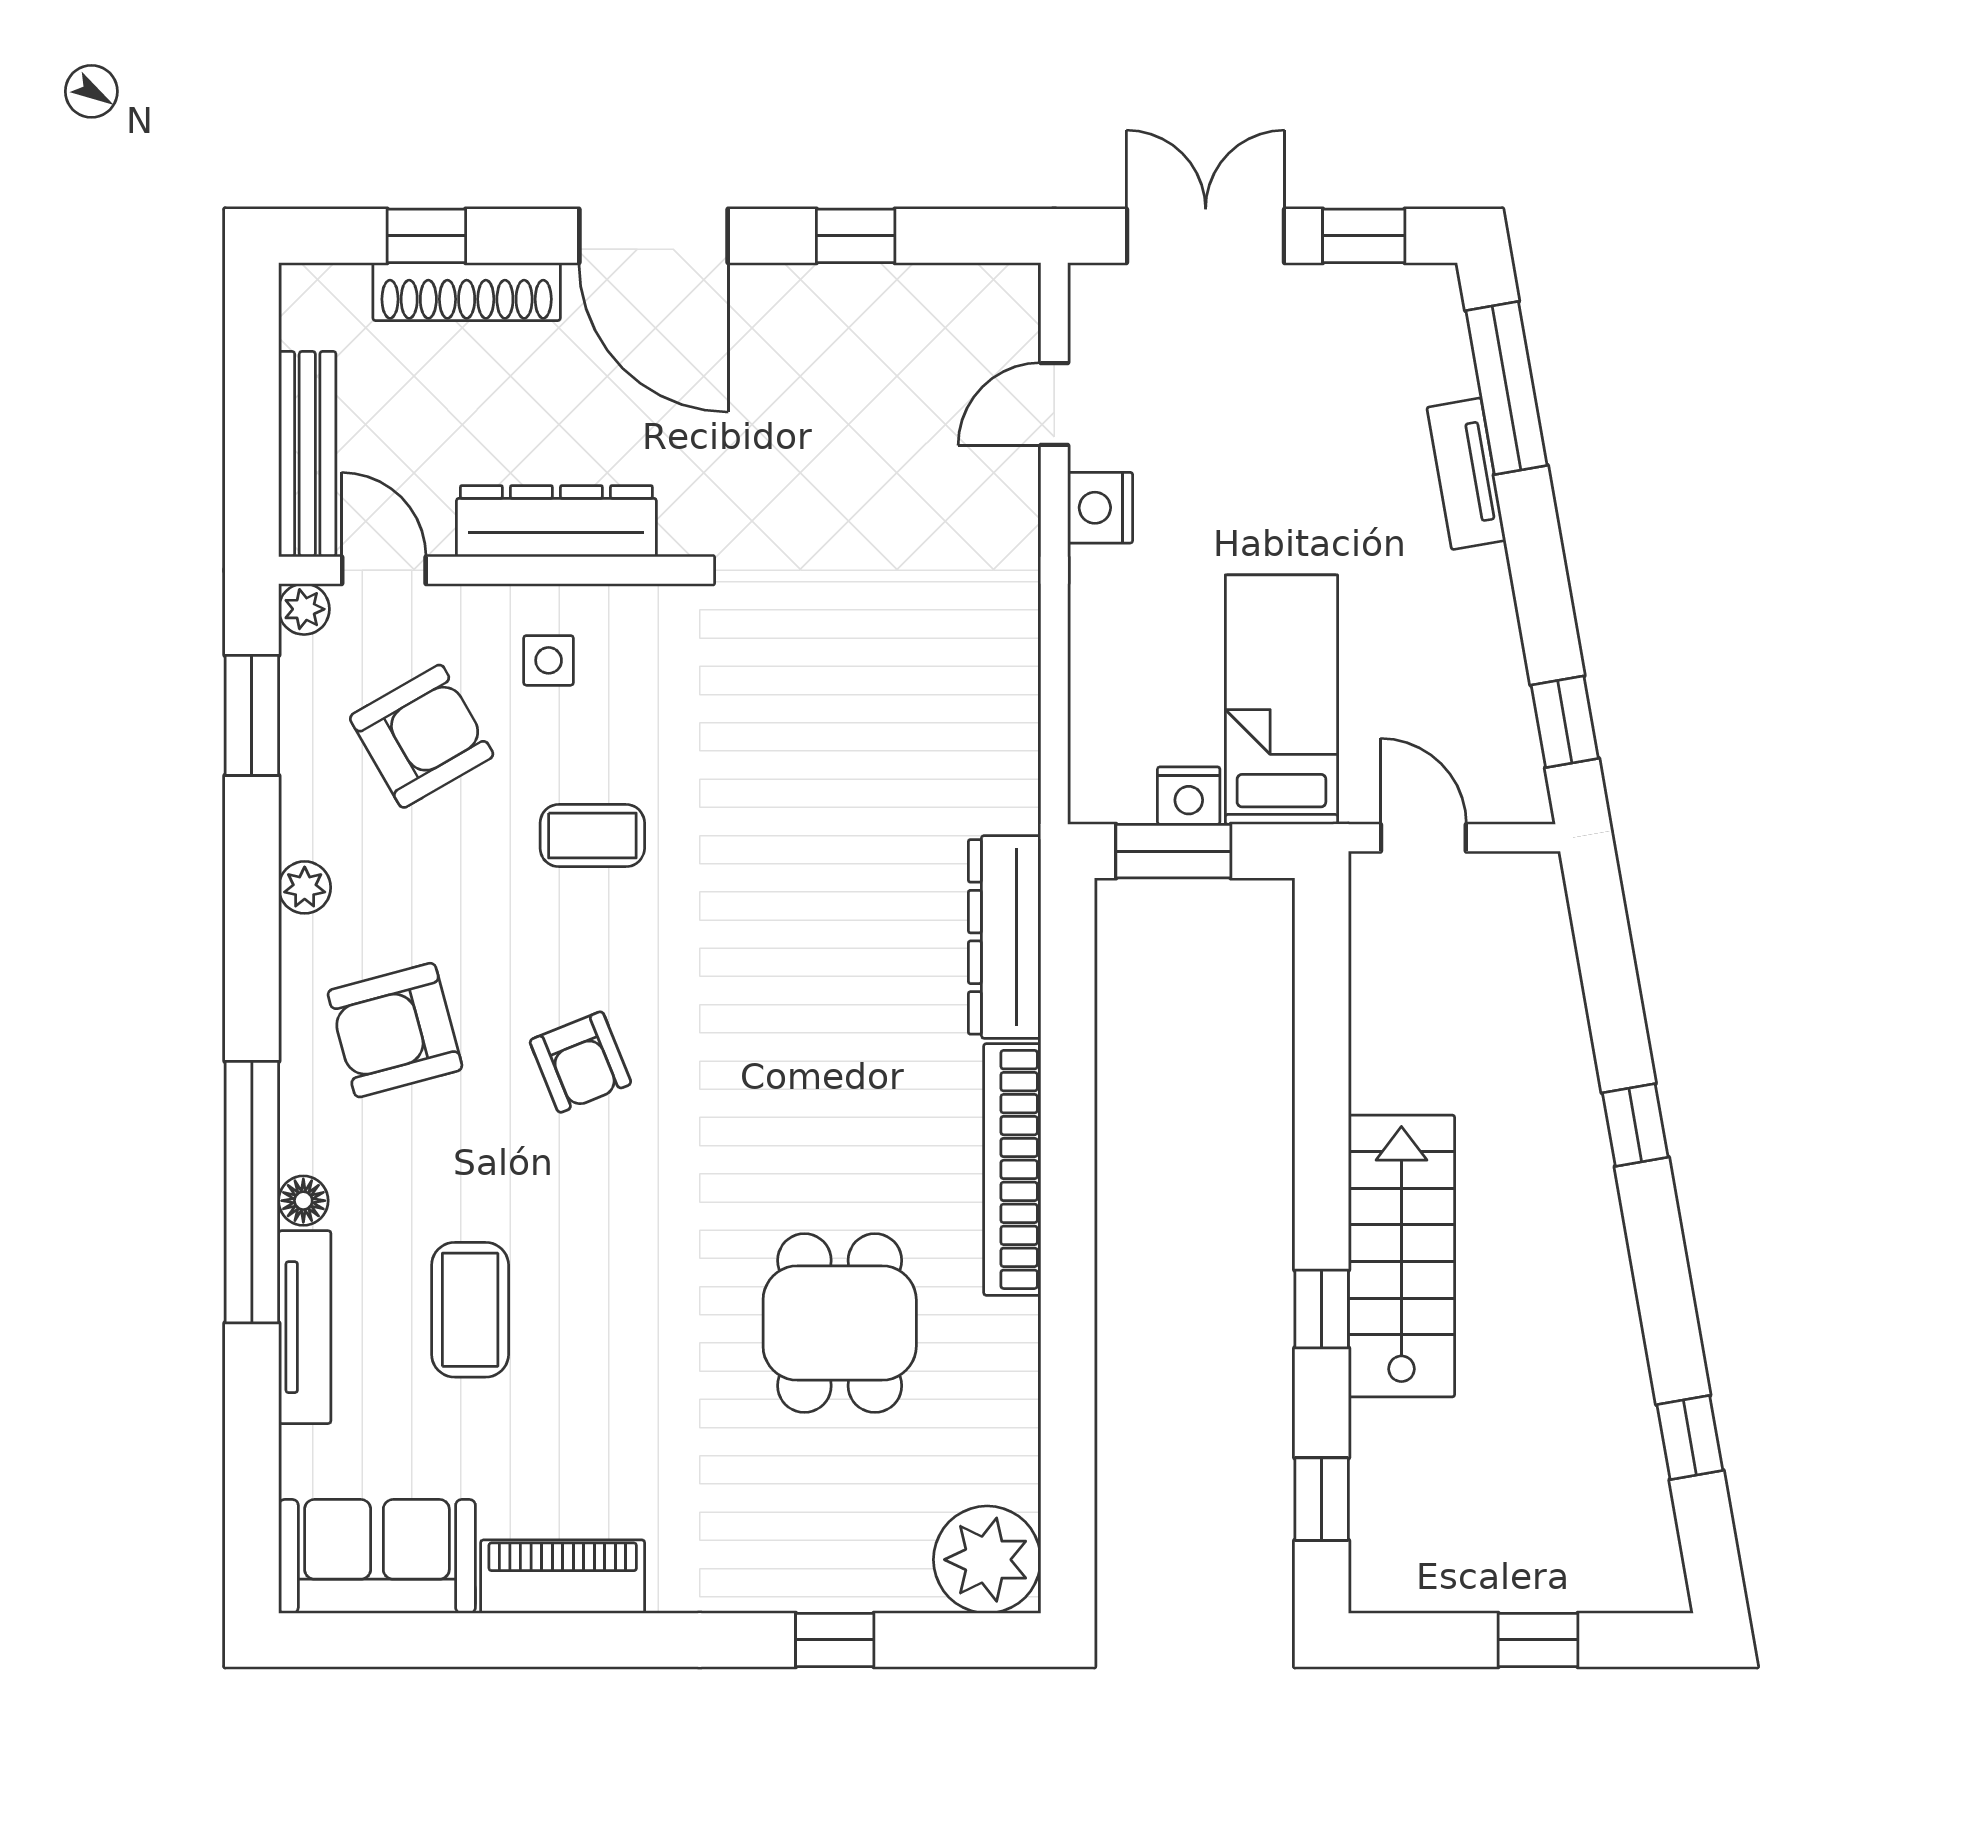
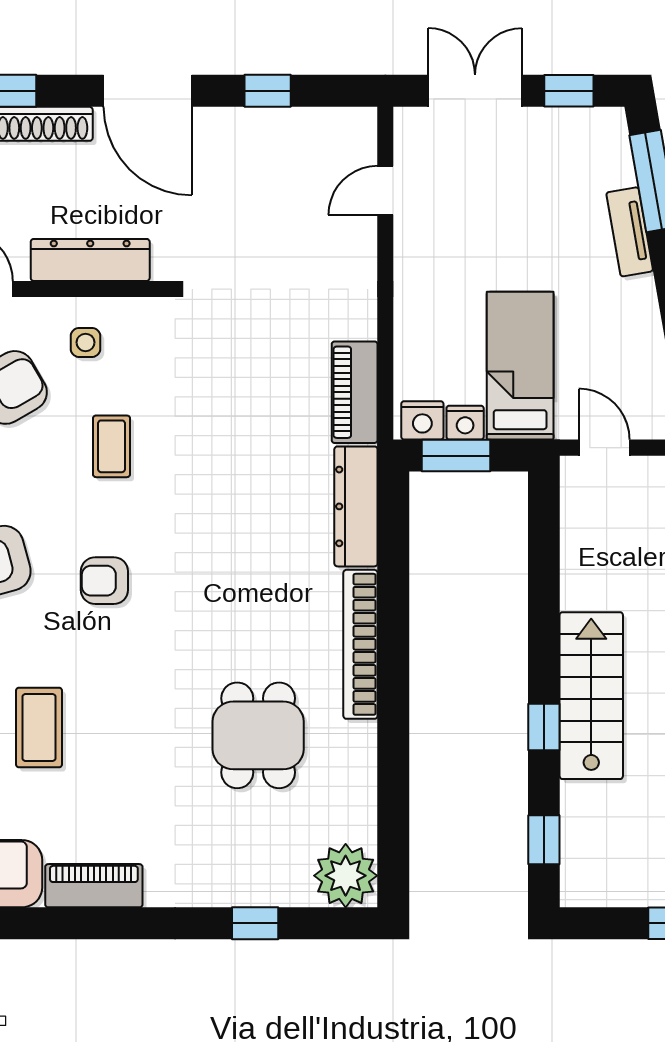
nightstand: (1100, 508) -> (422, 420), moved, turned -90
piano: (1002, 744) -> (355, 392), added
coffee table: (592, 836) -> (111, 446), turned 90
armchair: (580, 1062) -> (104, 581), turned 112

